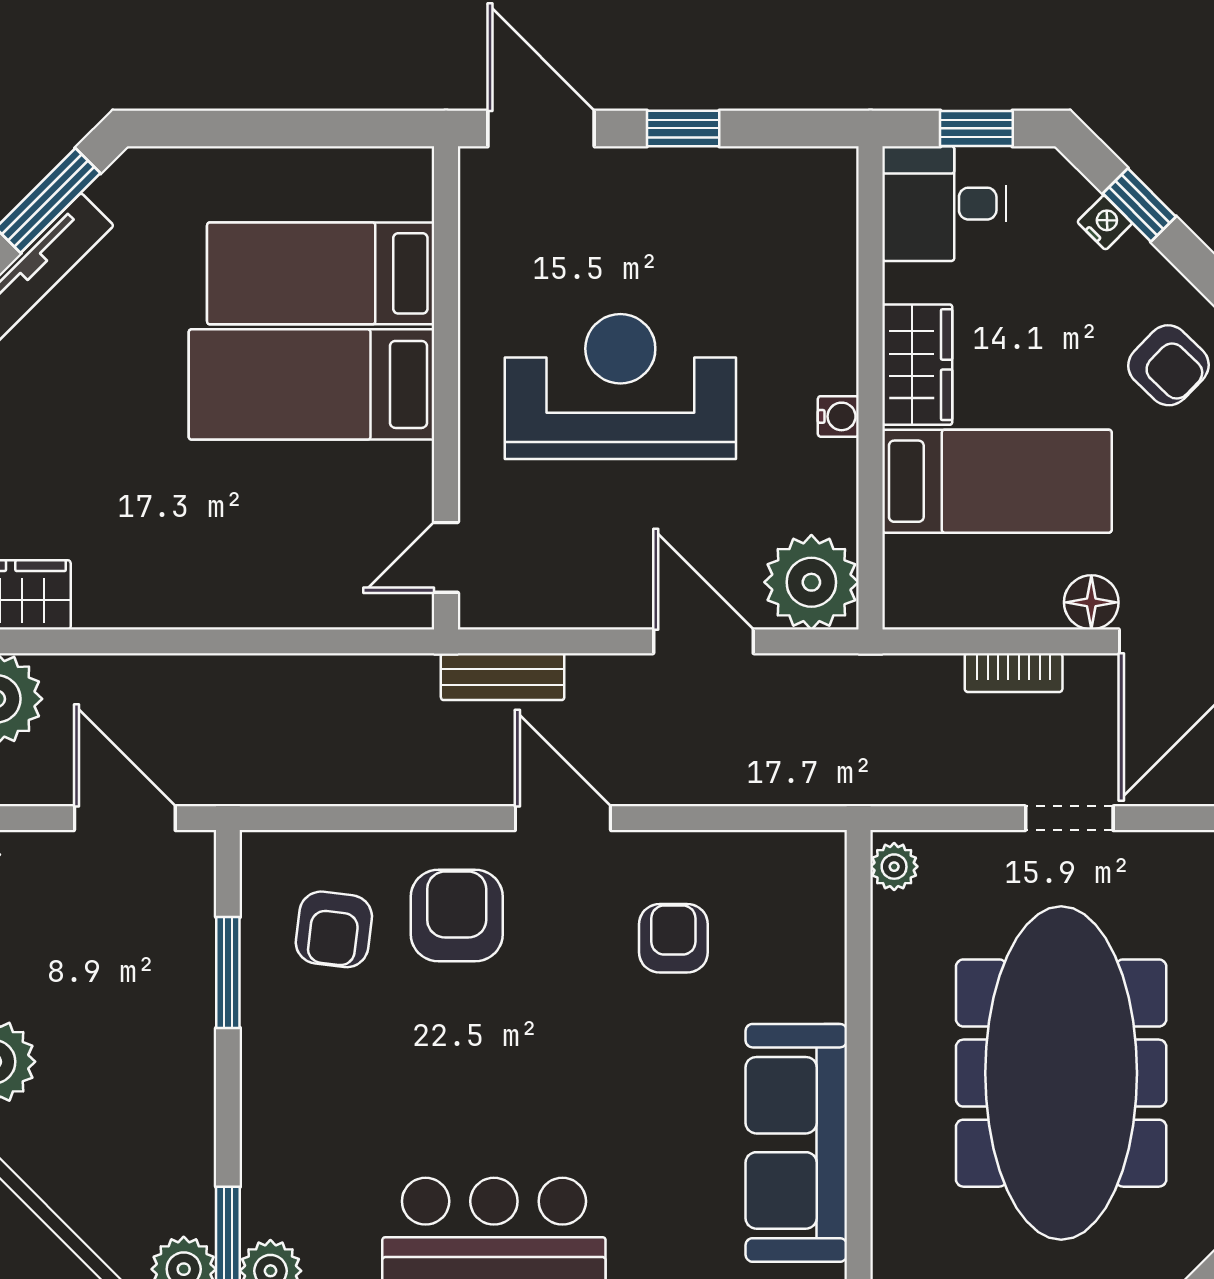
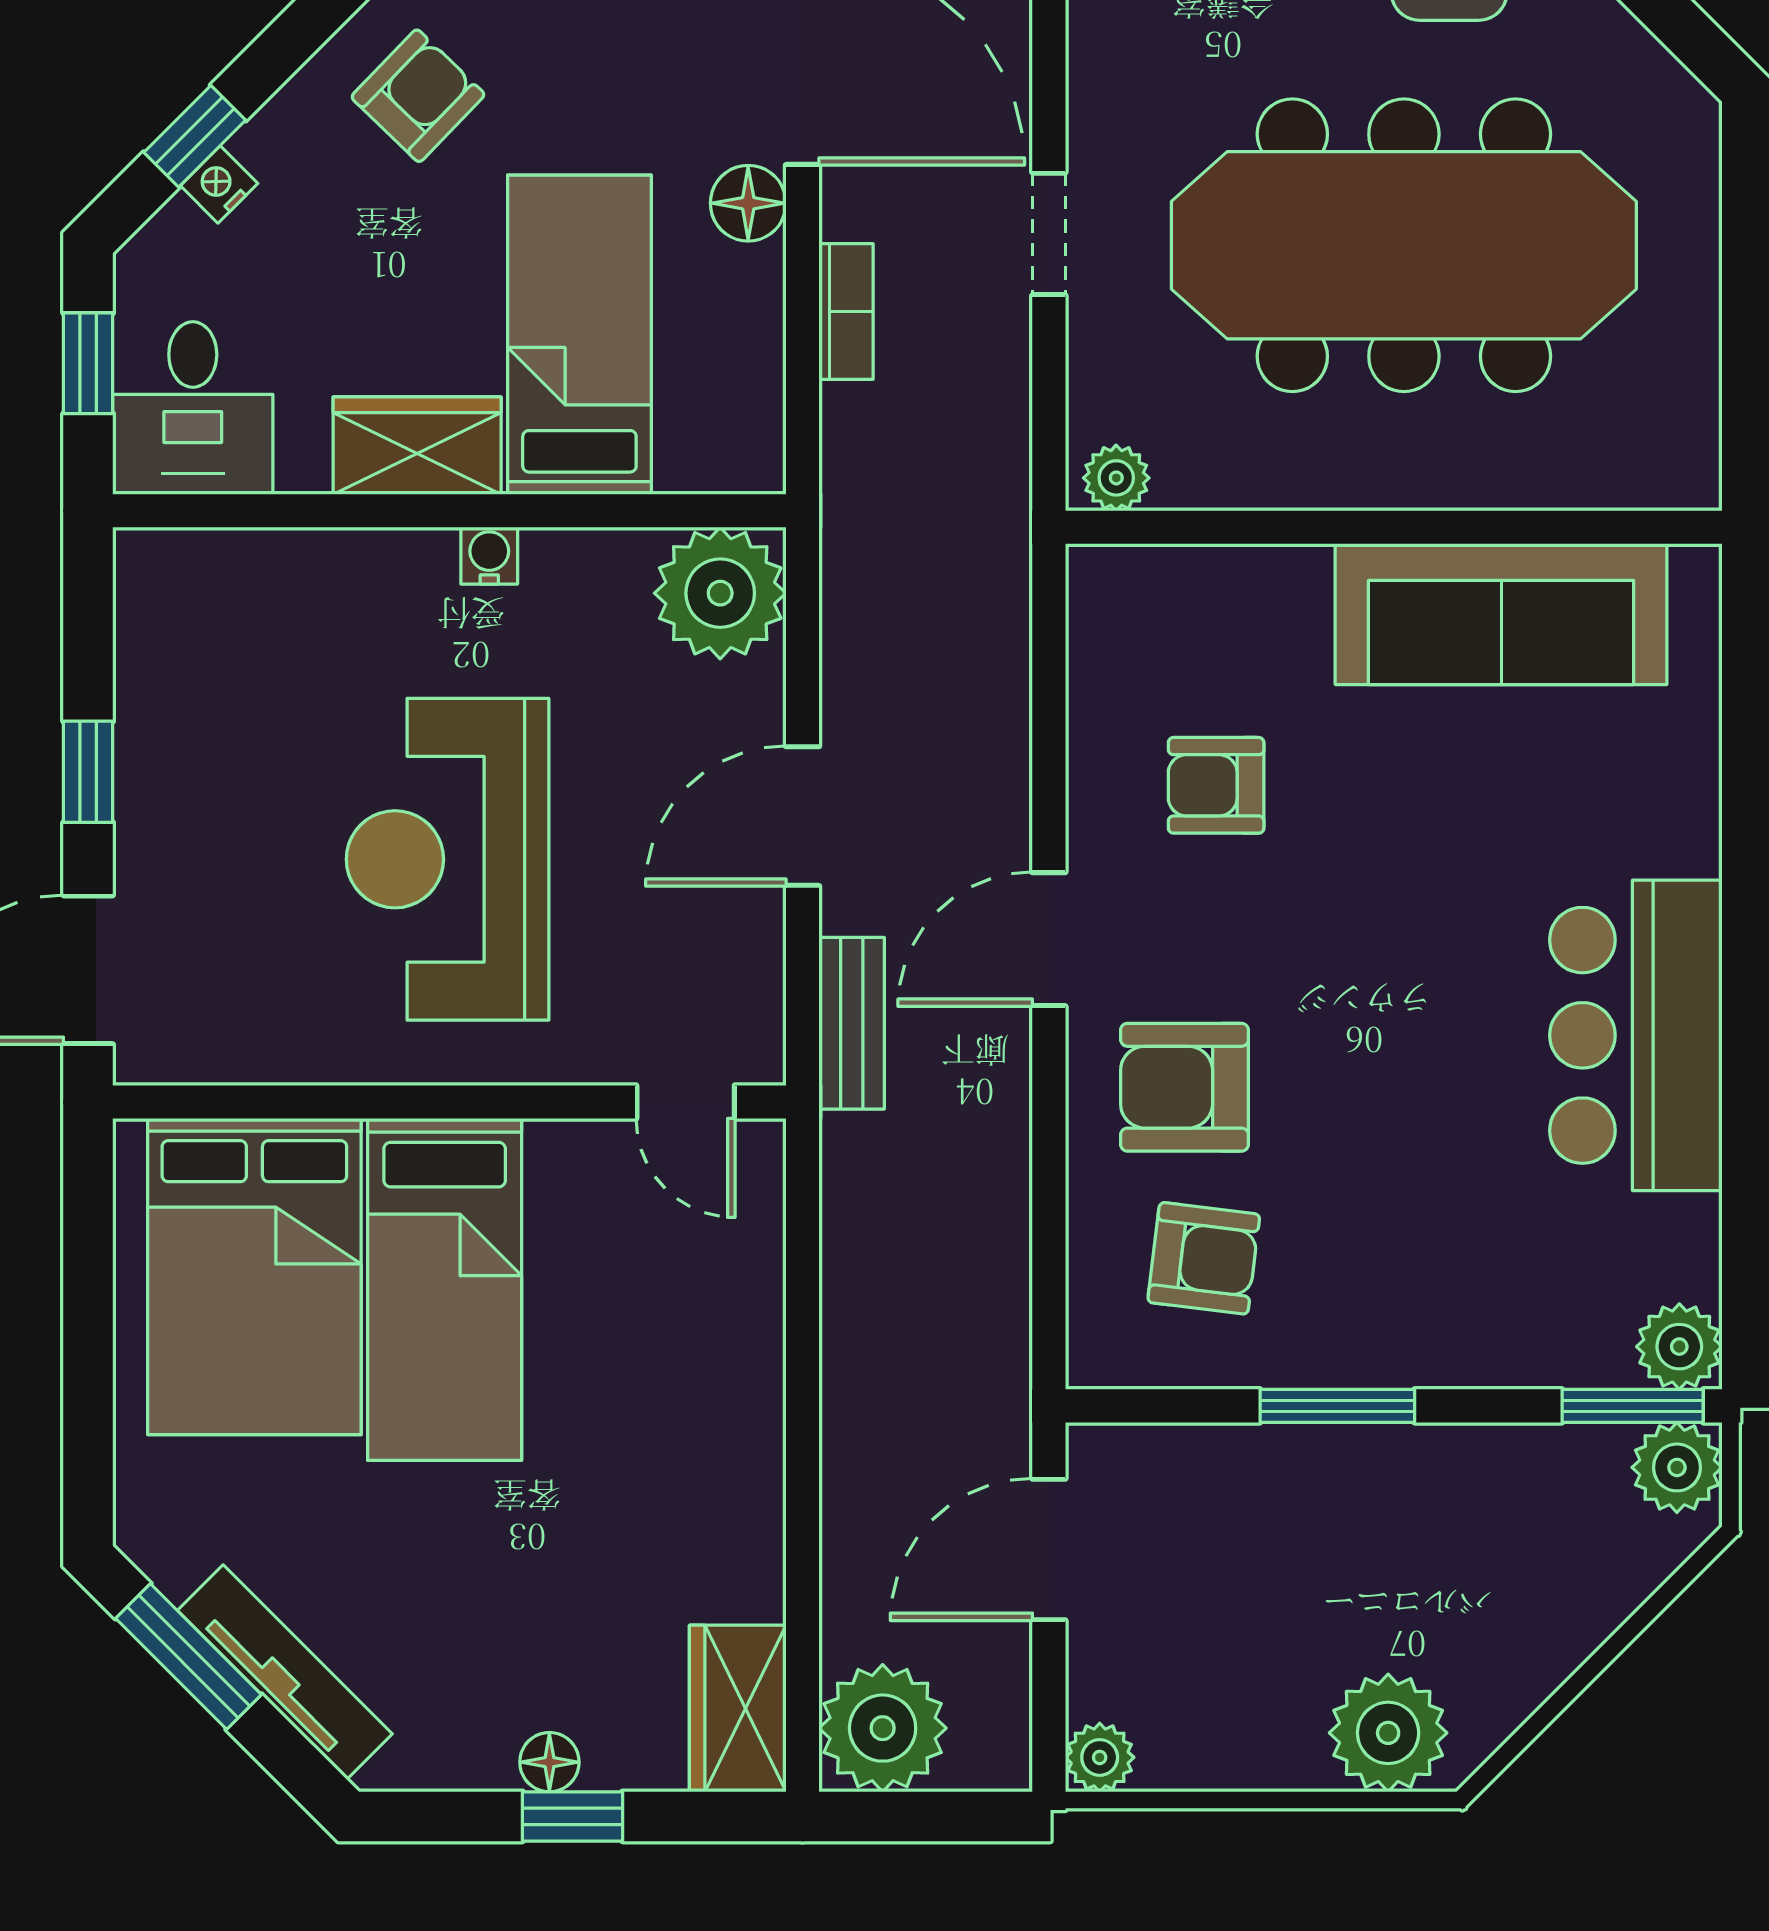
bed: (321, 273) -> (254, 1277), width x1.50
door: (703, 641) -> (802, 816), moved
window: (228, 973) -> (1337, 1406), moved

